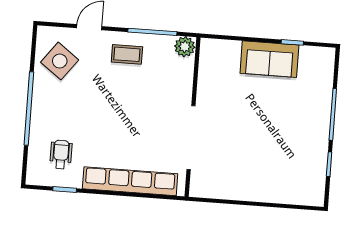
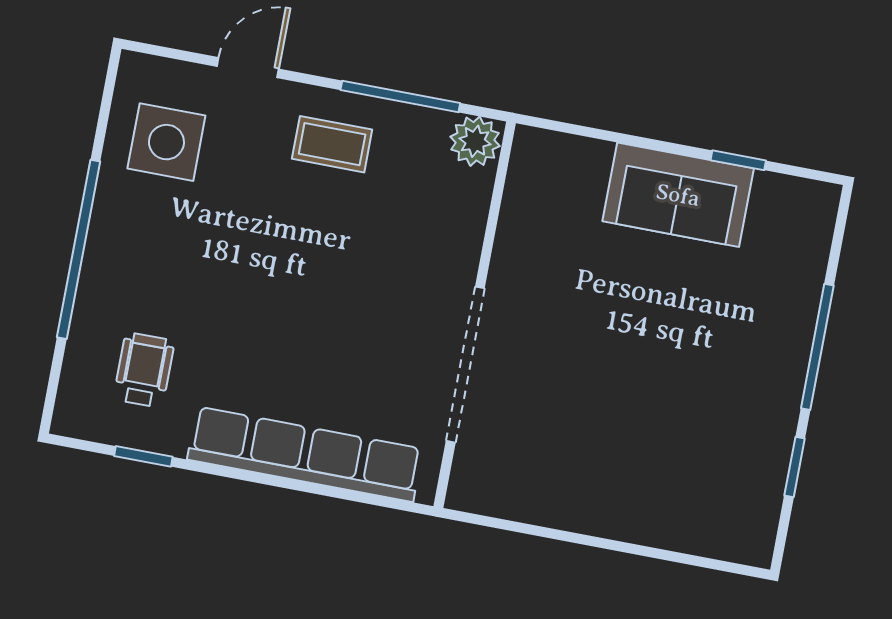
side table: (60, 61) -> (166, 142), turned -37

